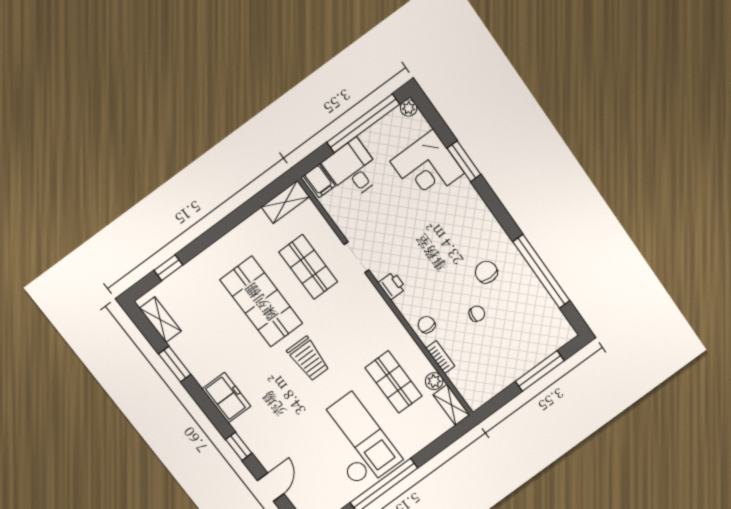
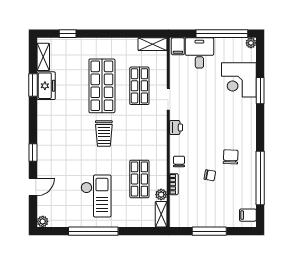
filing cabinet: (558, 328) -> (248, 215), added
window: (540, 371) -> (209, 231), moved
freezer: (226, 398) -> (46, 86), moved
checkout: (356, 441) -> (96, 196), width x0.73, depth x0.83

